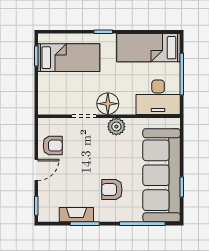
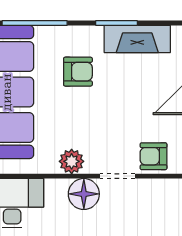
armchair: (53, 146) -> (154, 156), moved
fireplace: (76, 215) -> (137, 39), width x1.37, depth x1.32

